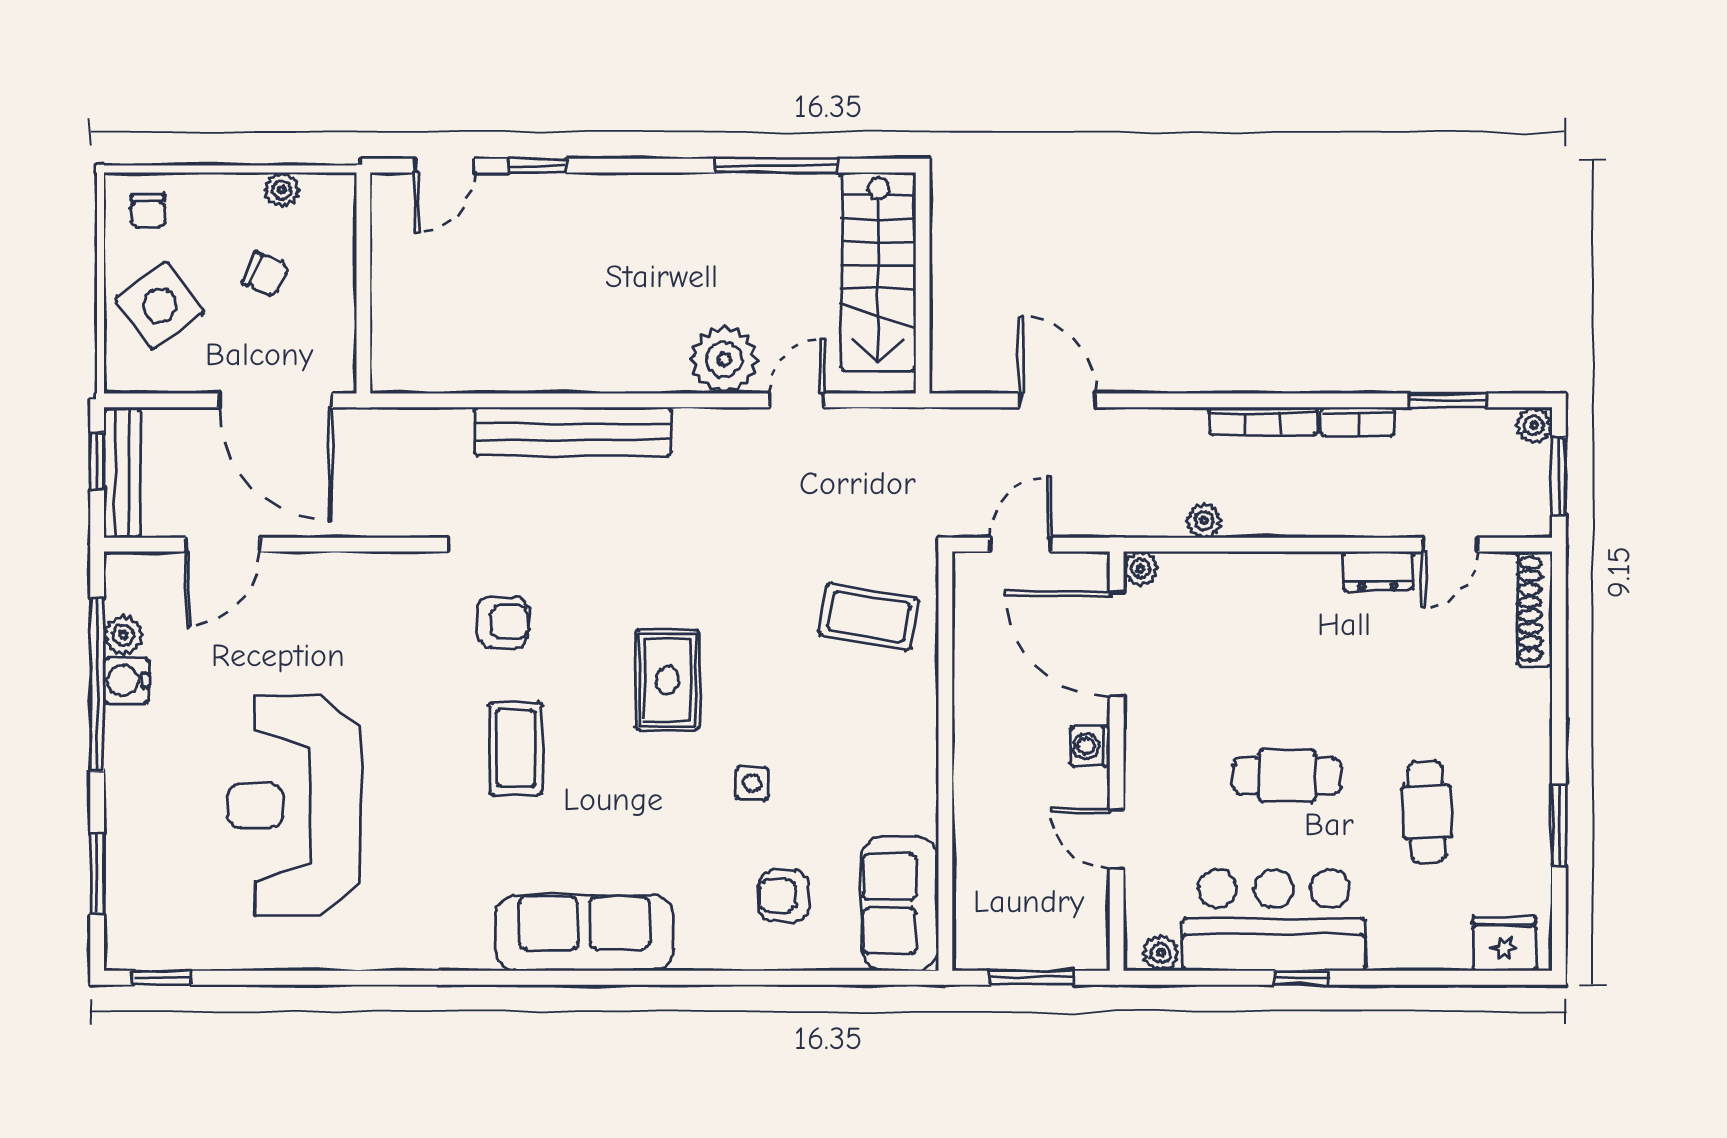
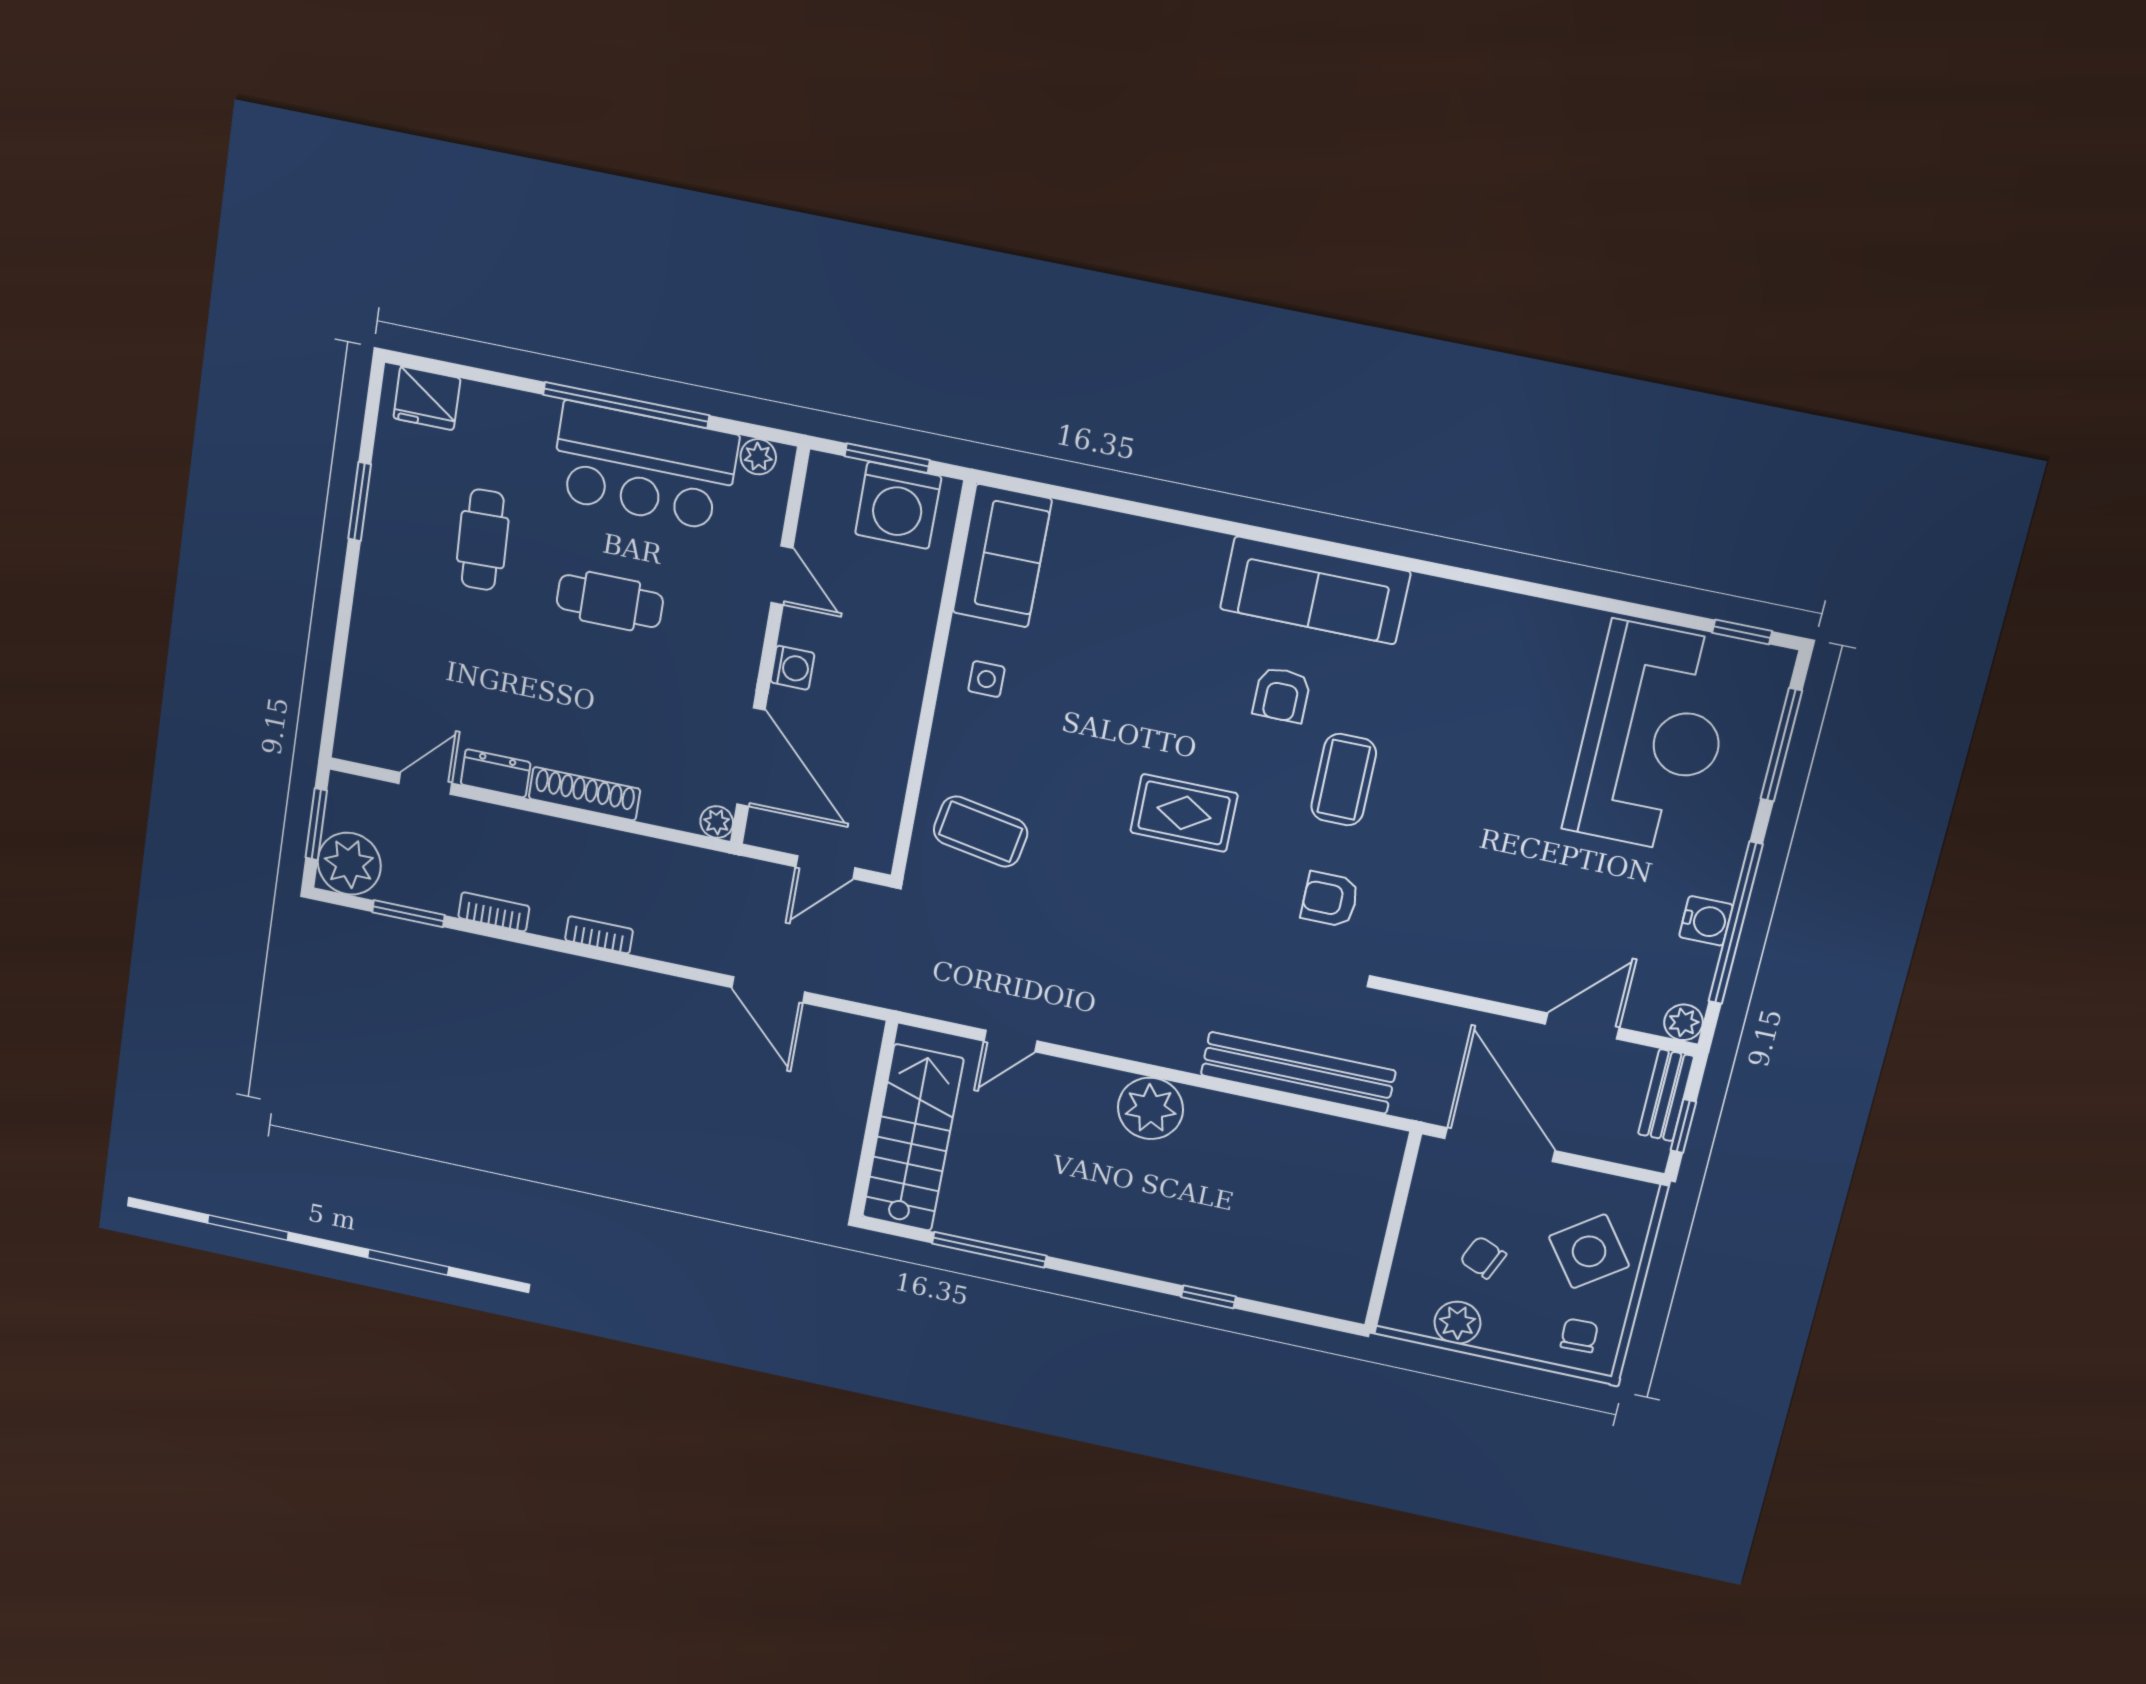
door: (445, 166) -> (1294, 1315), removed
plant: (282, 190) -> (1457, 1323), width x1.38, depth x1.38
plant: (724, 359) -> (1150, 1108), moved
bookcase: (1263, 421) -> (599, 935), width x0.64
plant: (1534, 425) -> (349, 864), width x1.88, depth x1.88
bench: (573, 432) -> (1298, 1073), moved
bench: (122, 473) -> (1666, 1095), width x0.73
plant: (1204, 521) -> (650, 853), removed
shoe rack: (1534, 609) -> (584, 794), moved, turned -90
plant: (123, 635) -> (1684, 1022), moved
rug: (667, 680) -> (1184, 813), turned 90
side table: (752, 783) -> (986, 679), moved
reception desk: (294, 805) -> (1652, 737), moved
window: (97, 874) -> (1781, 745), width x1.44
armchair: (784, 896) -> (1282, 695), moved, turned 90
washing machine: (1012, 933) -> (898, 505), added
window: (1302, 978) -> (626, 405), width x3.17

